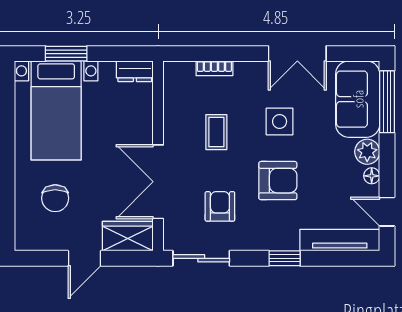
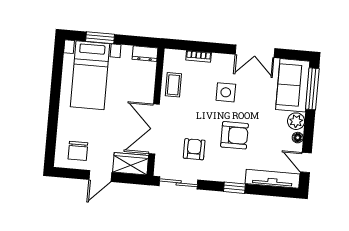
side table: (280, 121) -> (226, 92), moved
coffee table: (216, 132) -> (173, 85), moved
chair: (55, 198) -> (78, 151), moved

